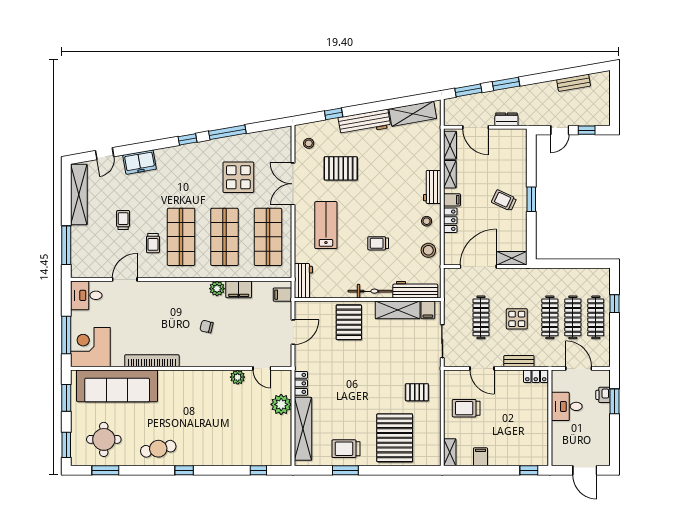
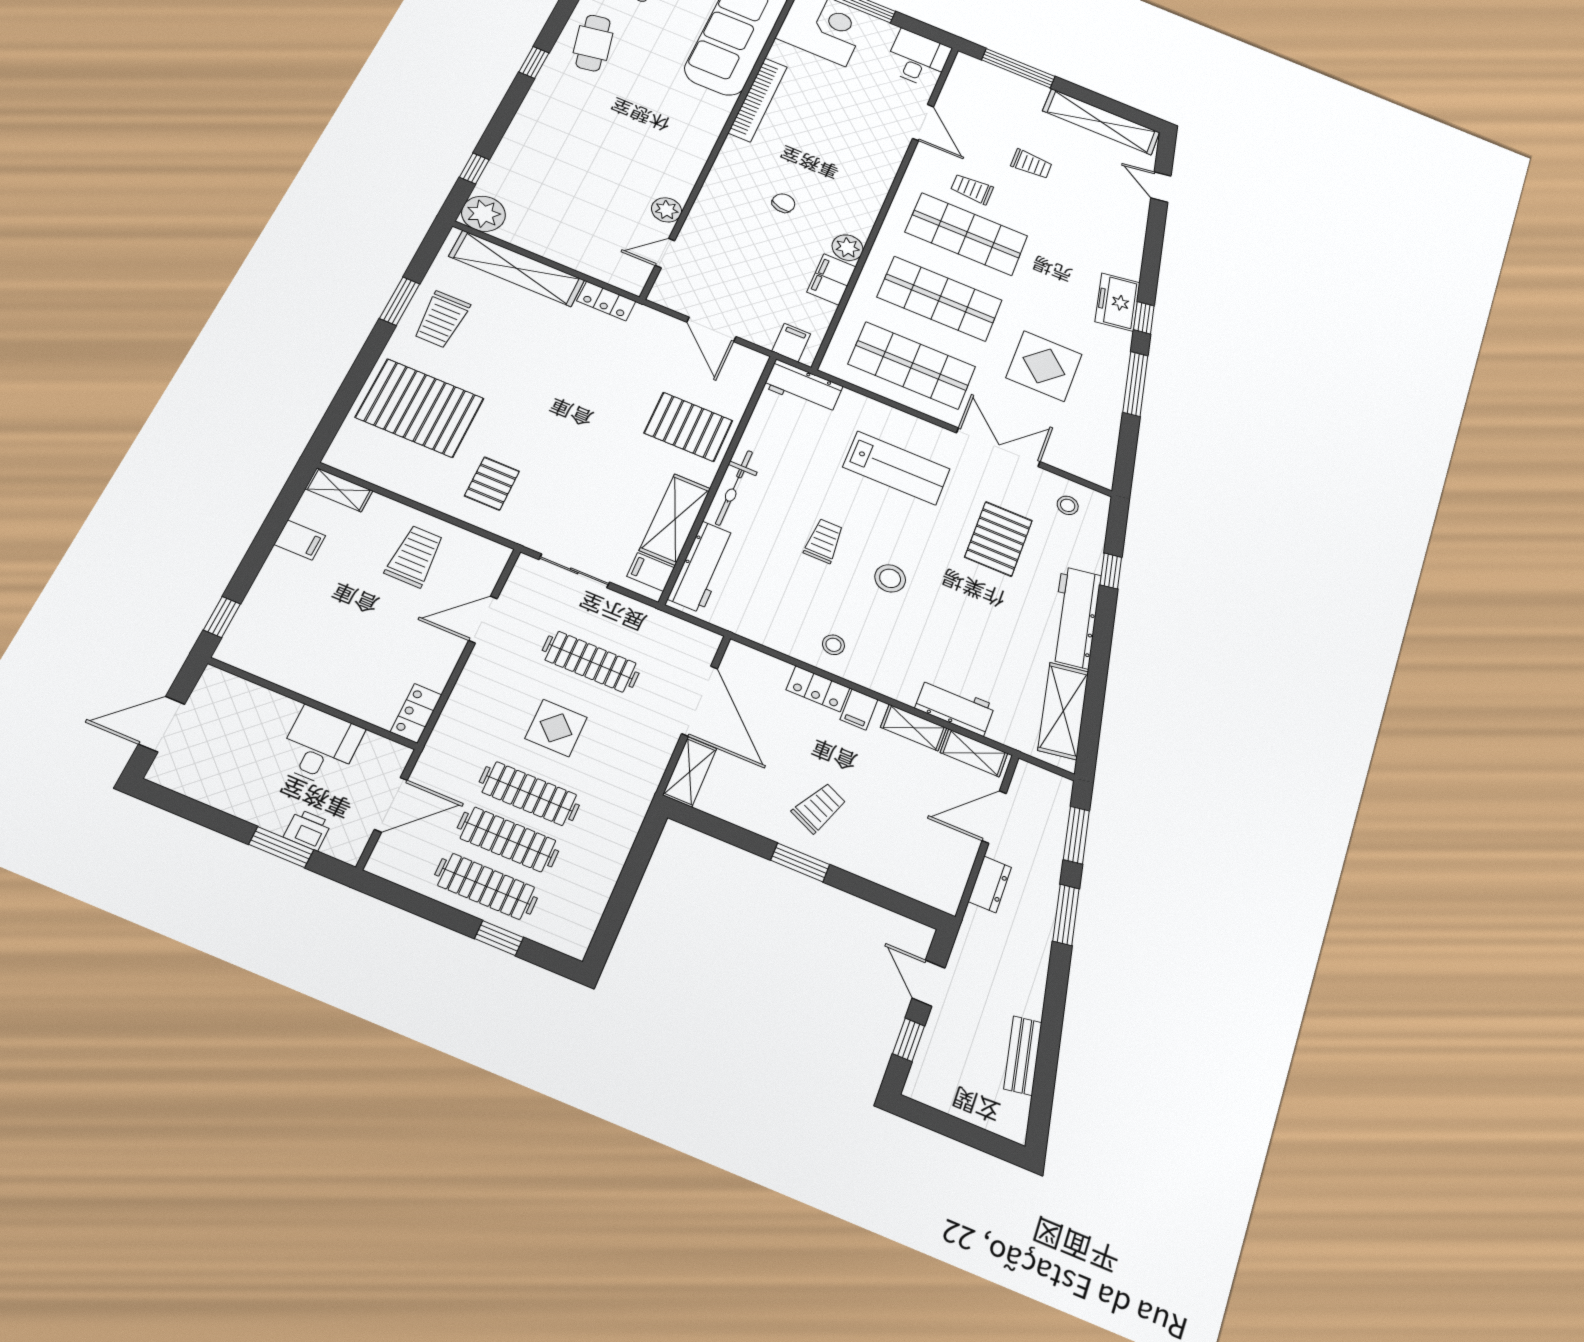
freezer: (140, 162) -> (1118, 302), moved
workbench: (432, 187) -> (955, 707), moved
stool: (428, 250) -> (890, 578), moved
bench: (519, 361) -> (464, 694), removed
plant: (281, 404) -> (484, 214), moved
trolley: (346, 449) -> (441, 319), turned 180

